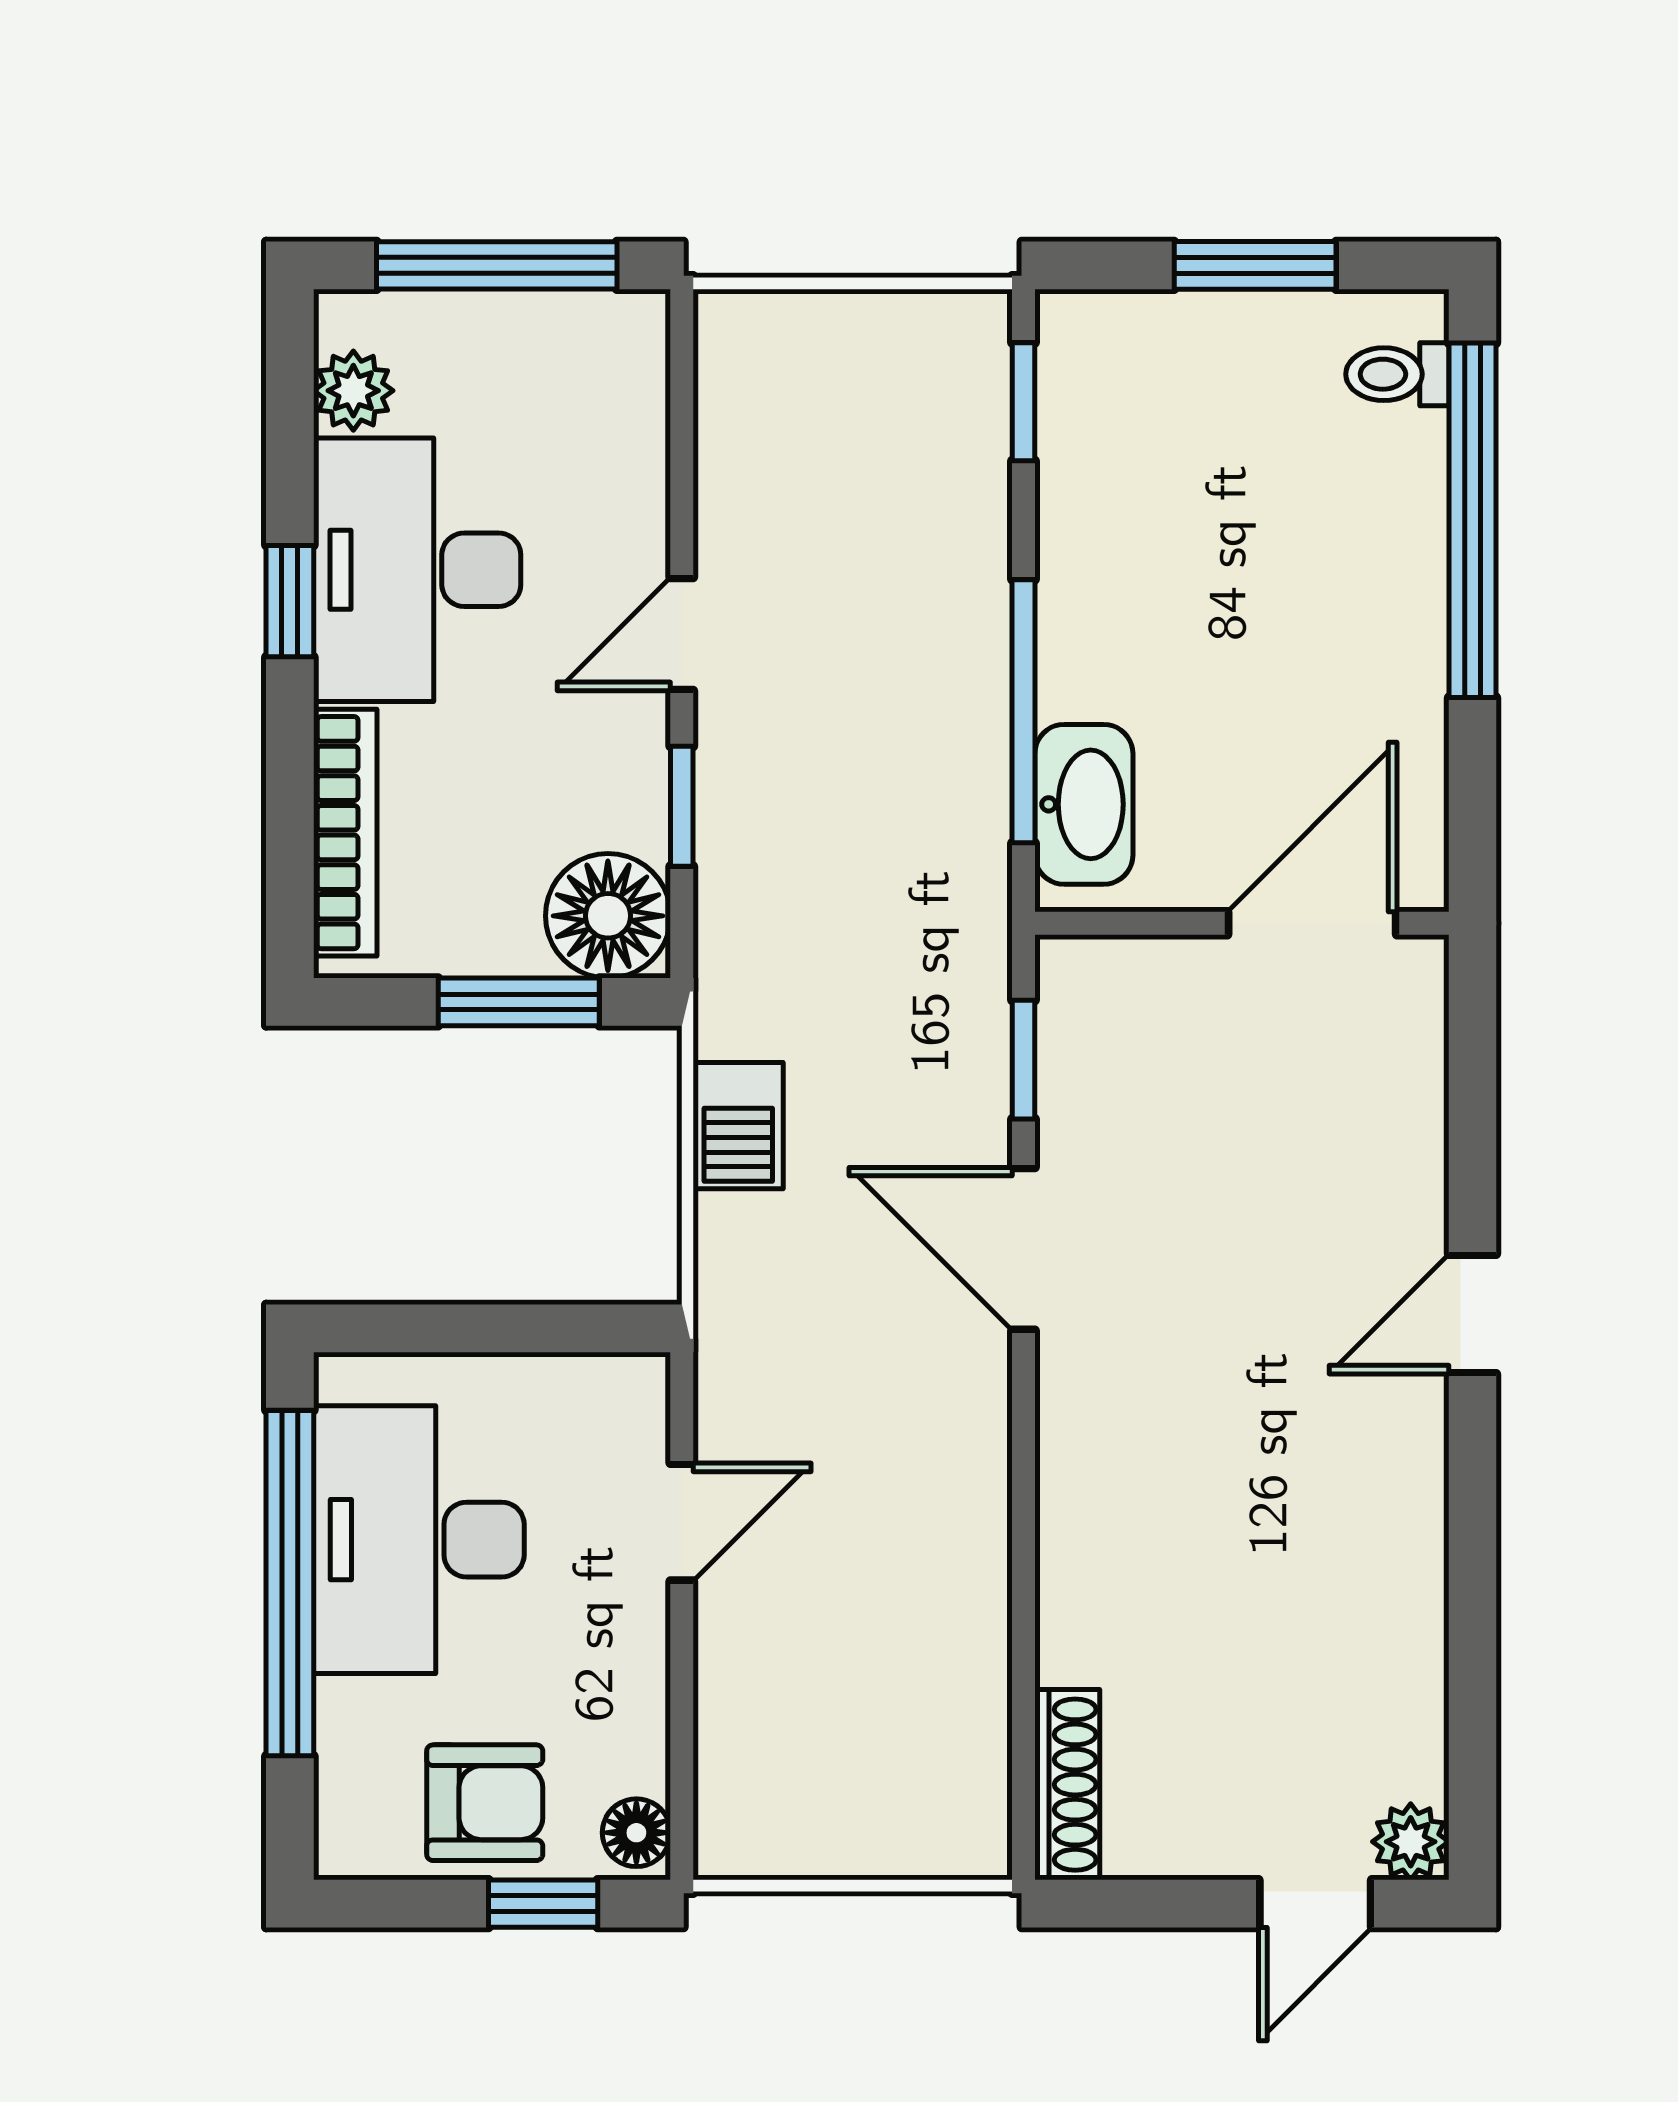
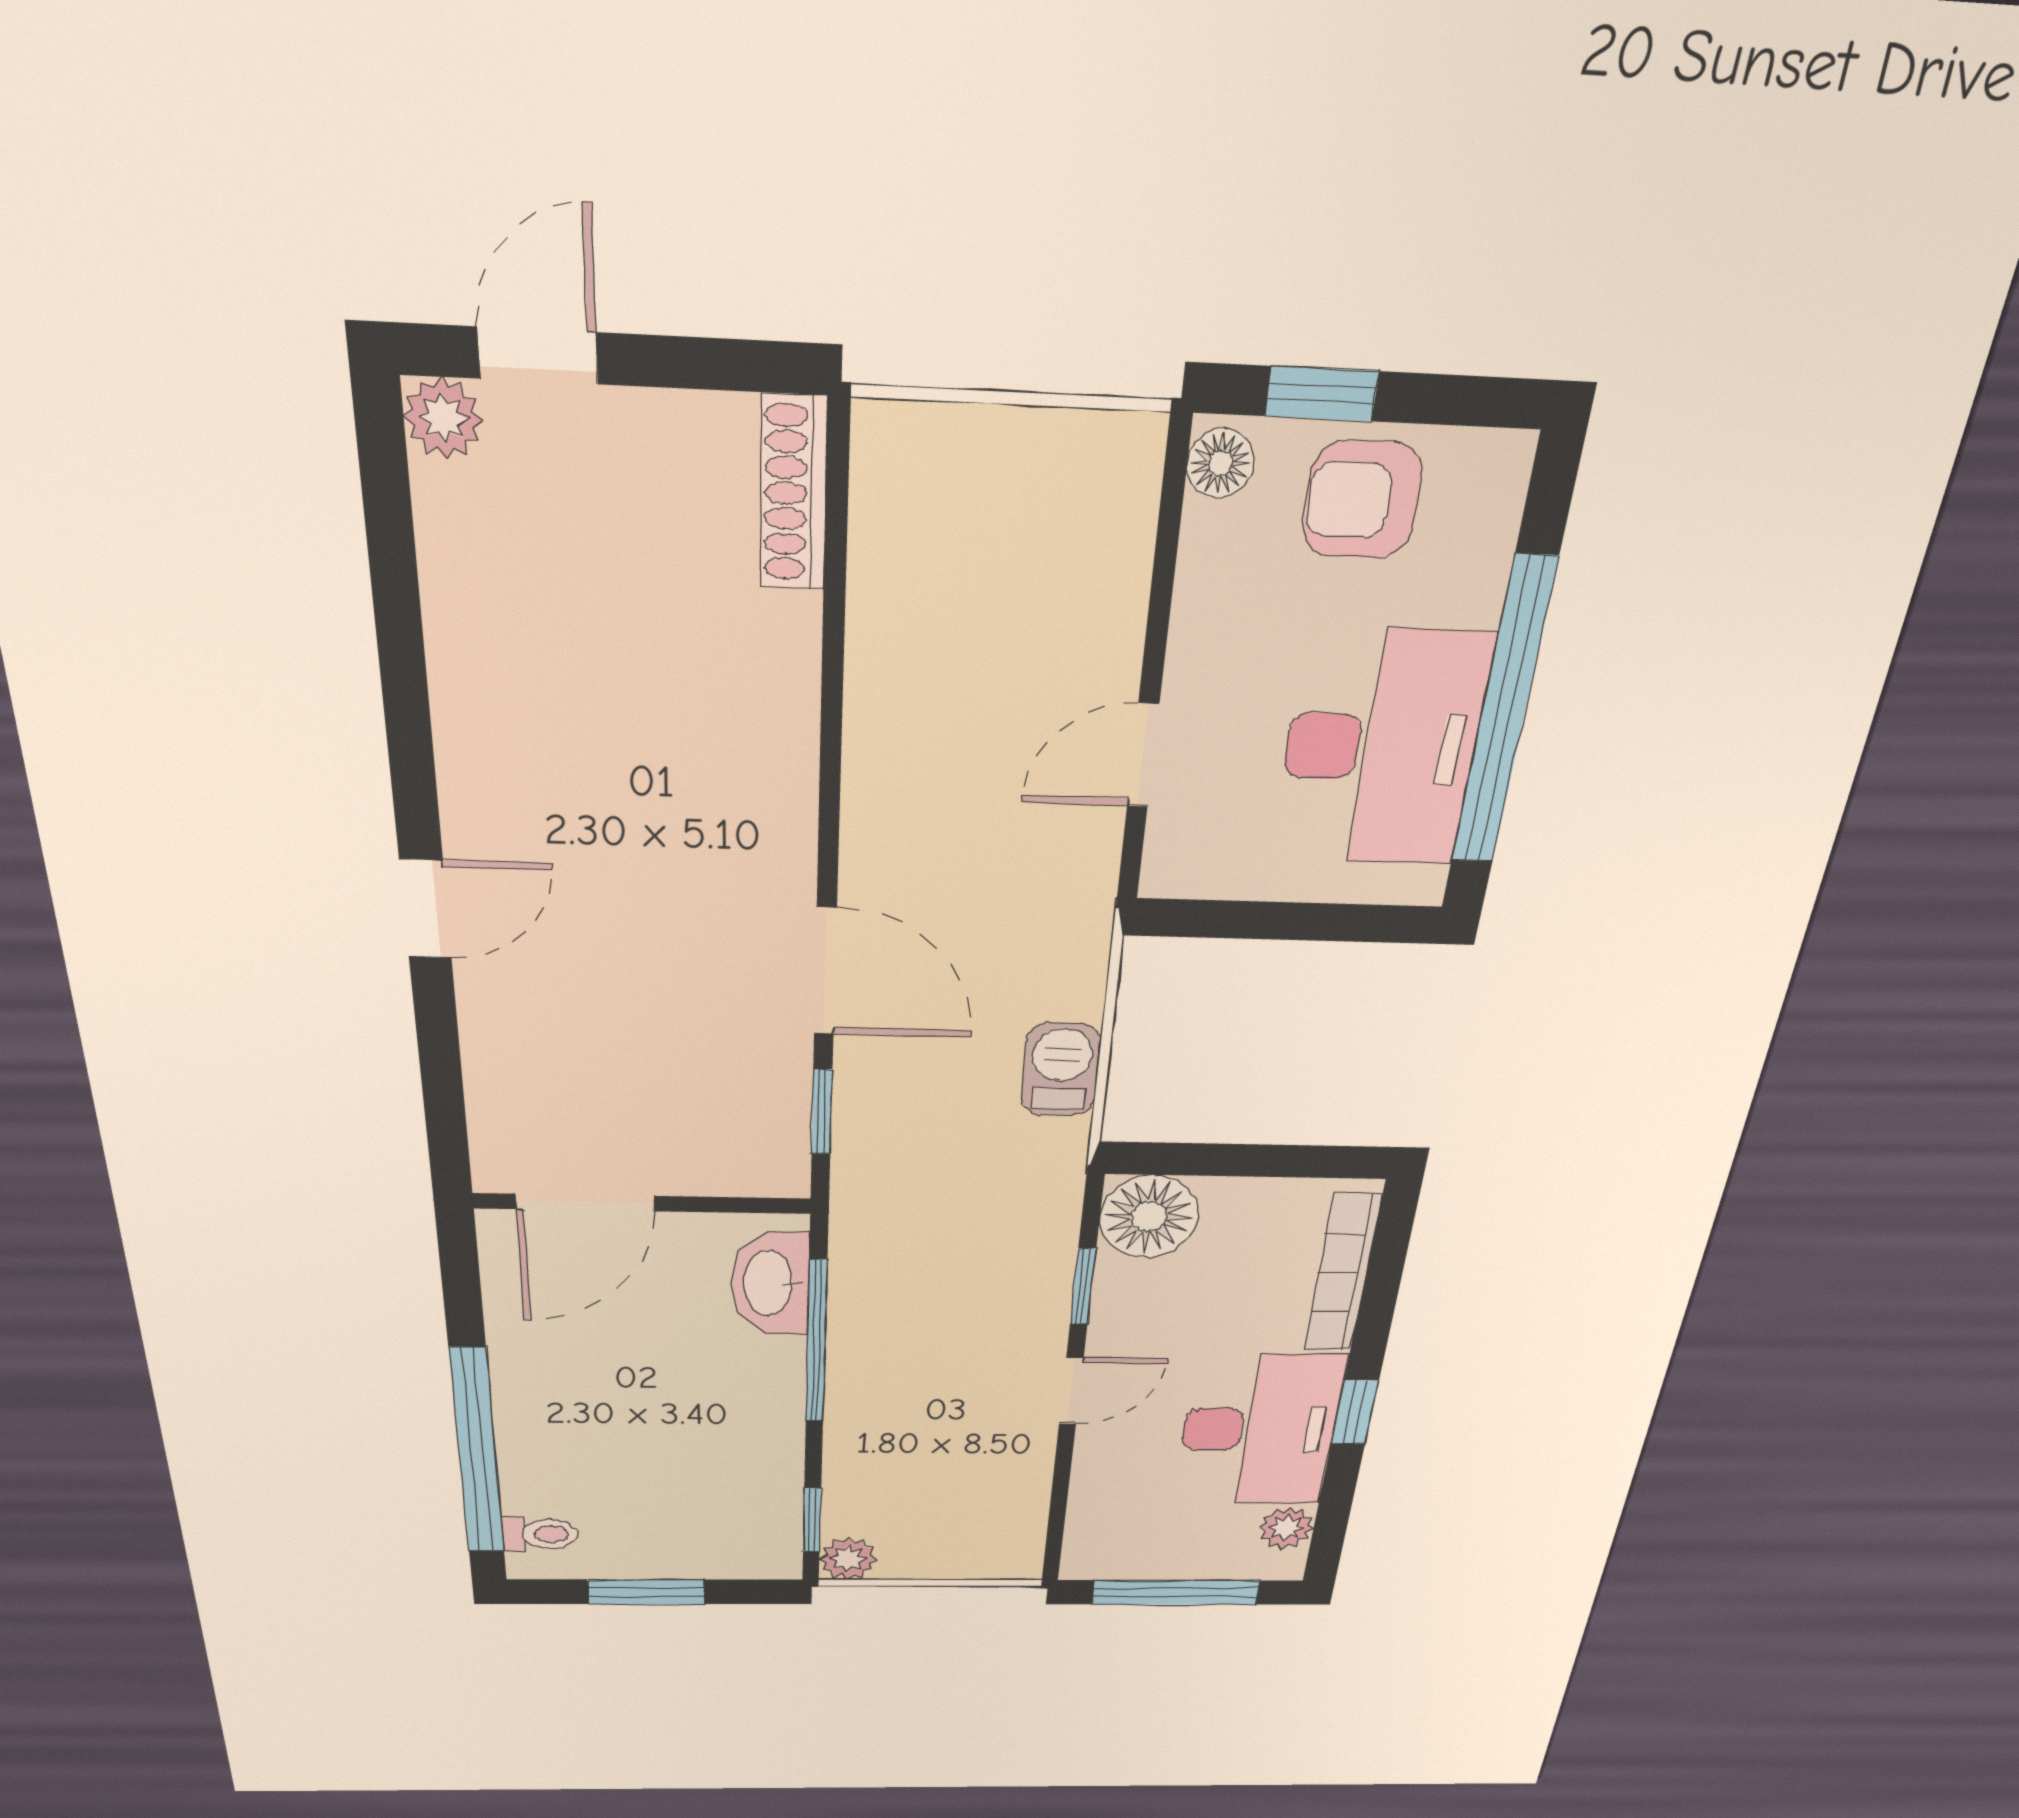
plant: (972, 330) -> (848, 1559), added
window: (519, 1002) -> (1228, 1160), removed

